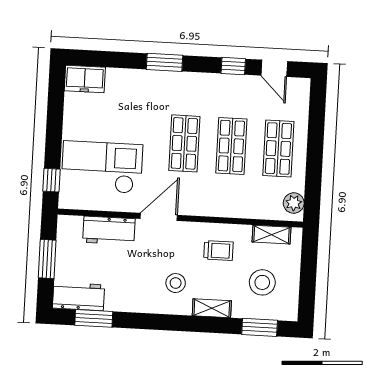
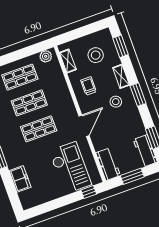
freezer: (85, 79) -> (20, 179), moved
checkout: (102, 167) -> (70, 168), turned 180
door: (159, 217) -> (84, 126), swing flipped
workbench: (109, 231) -> (108, 164), moved
window: (172, 323) -> (138, 95), added

